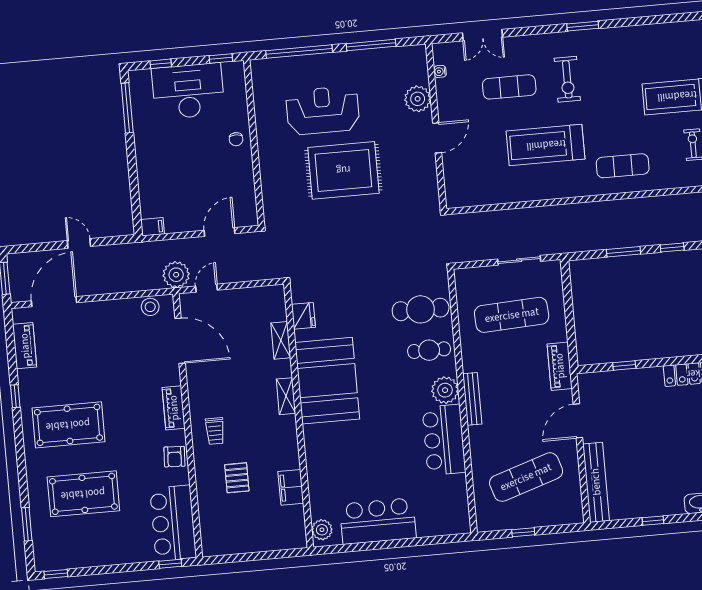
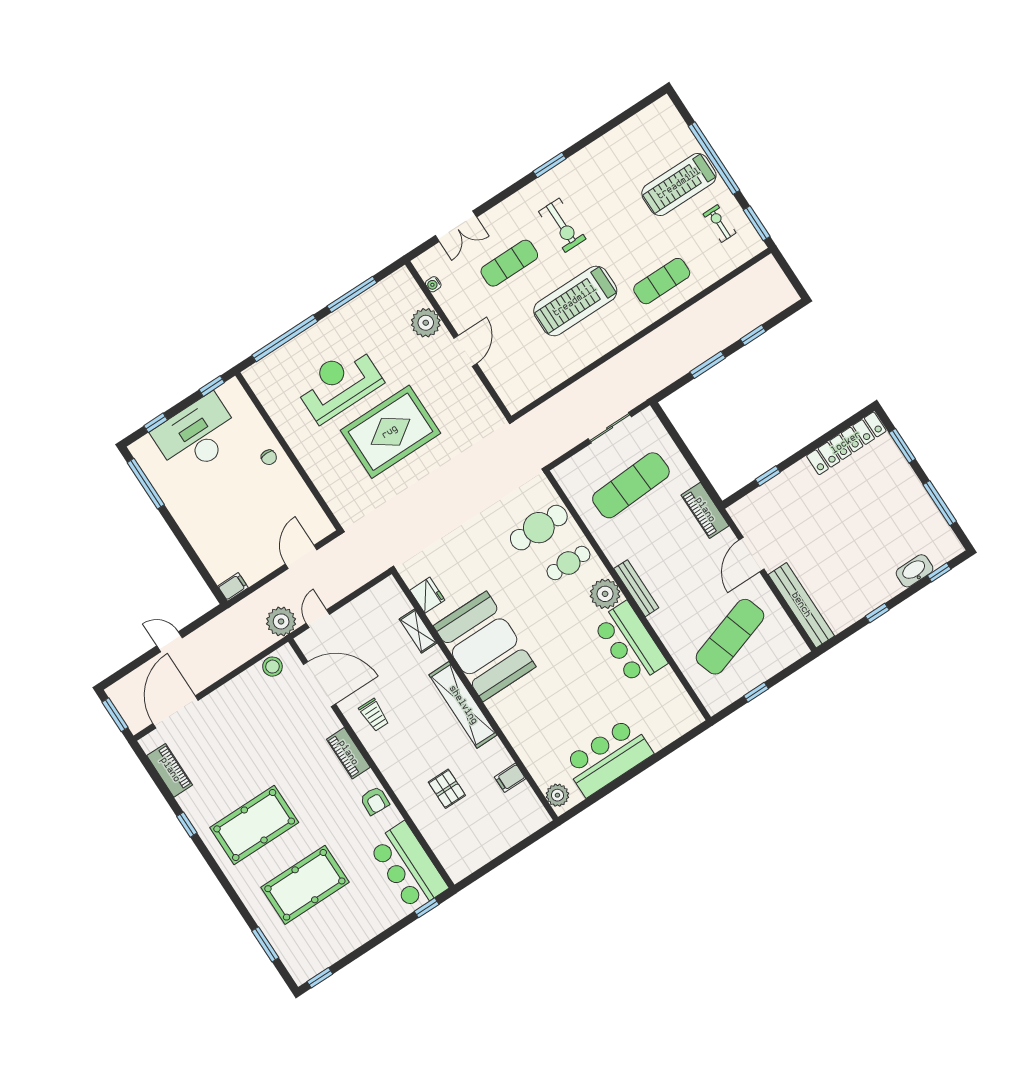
shelving: (286, 396) -> (463, 705), width x2.20, depth x1.33
trolley: (215, 431) -> (374, 715), moved
filing cabinet: (291, 487) -> (510, 778), width x0.50

